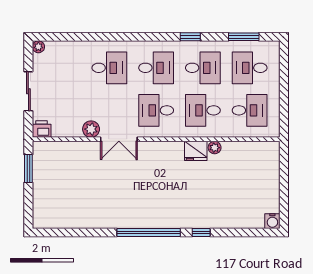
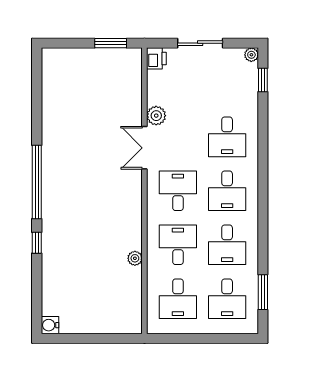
window: (190, 37) -> (263, 80), moved
desk: (250, 68) -> (227, 299), turned 180
fridge: (196, 151) -> (131, 237), removed

